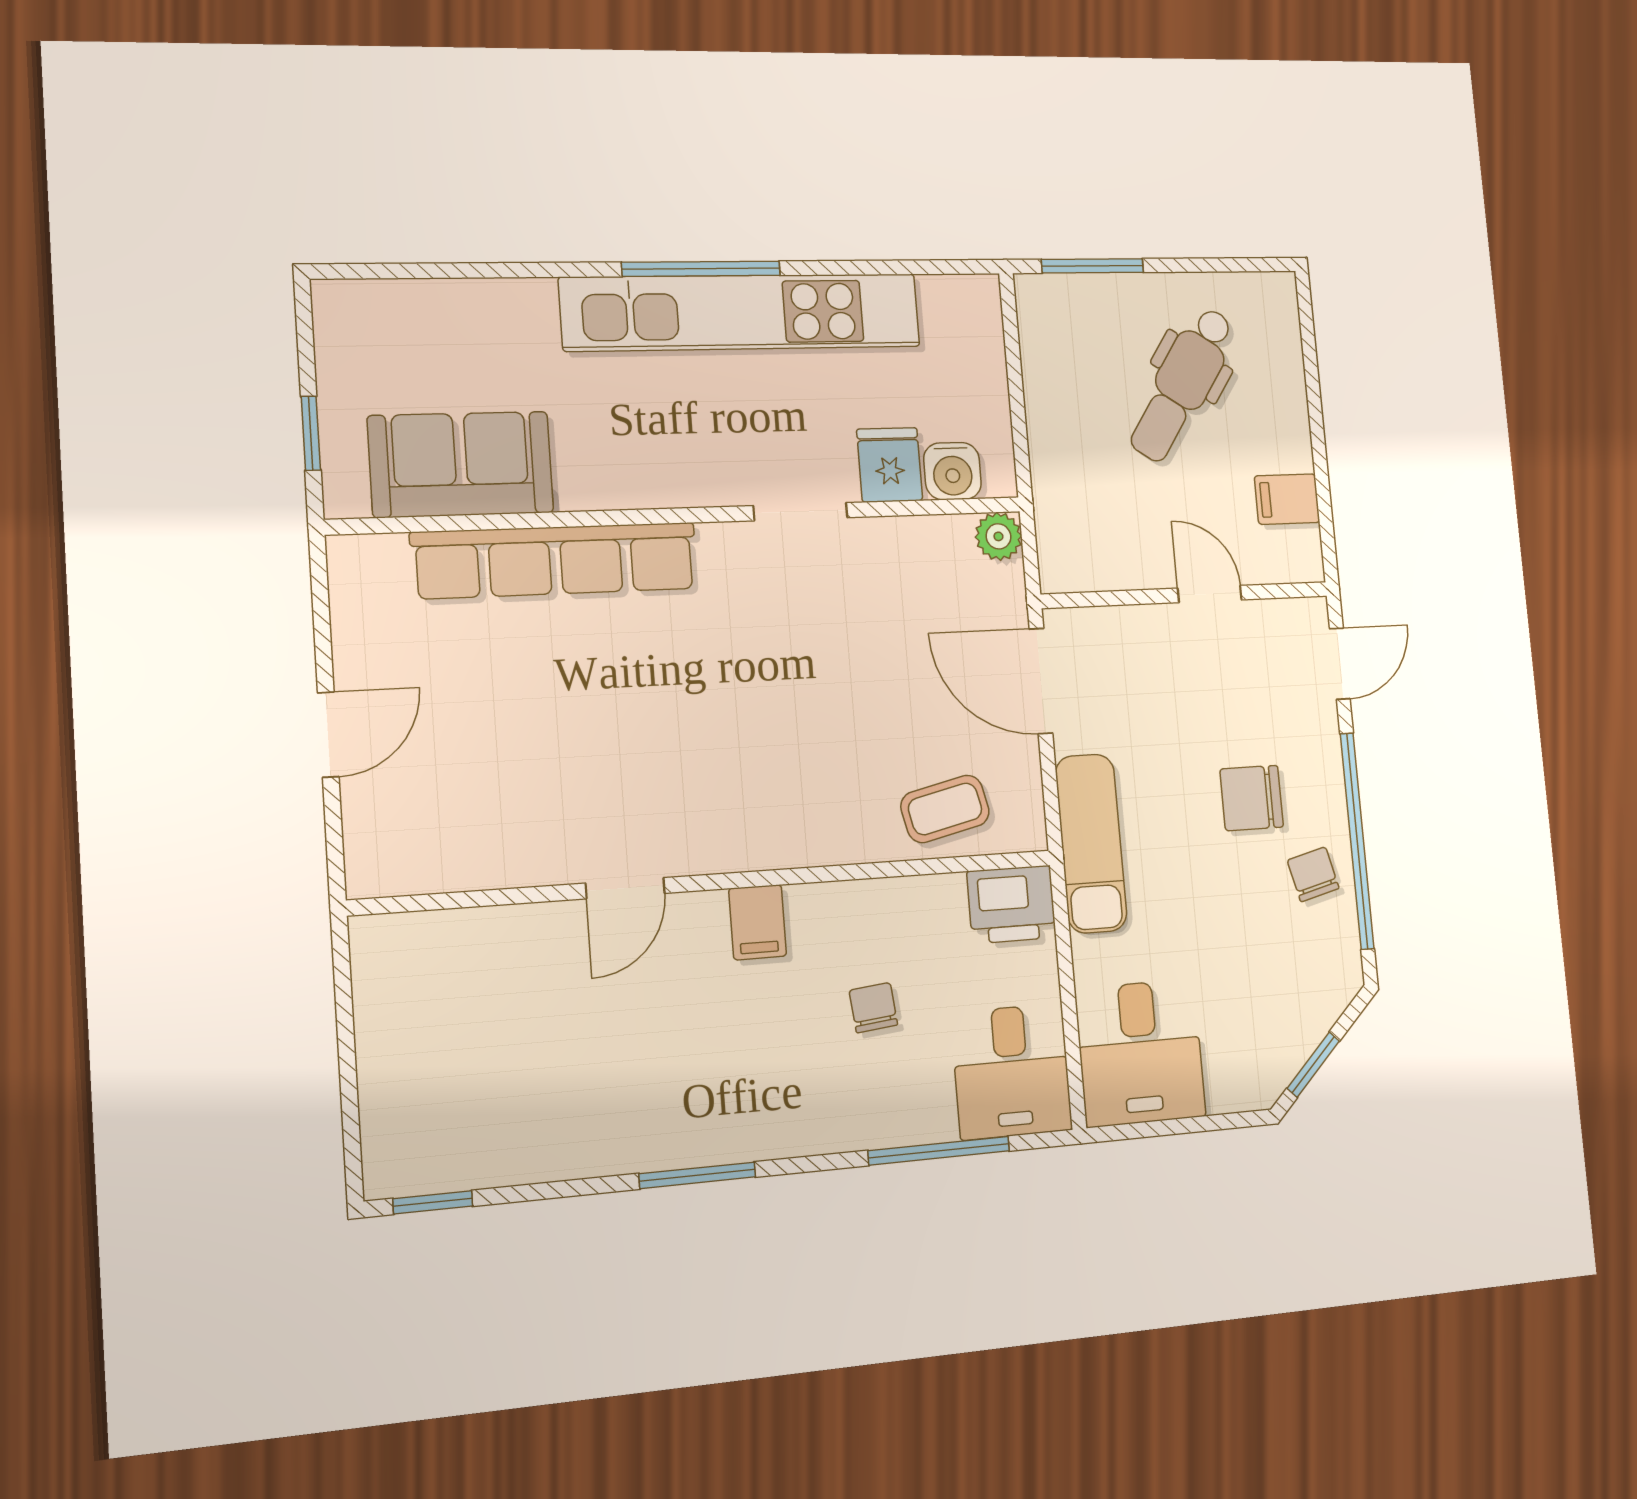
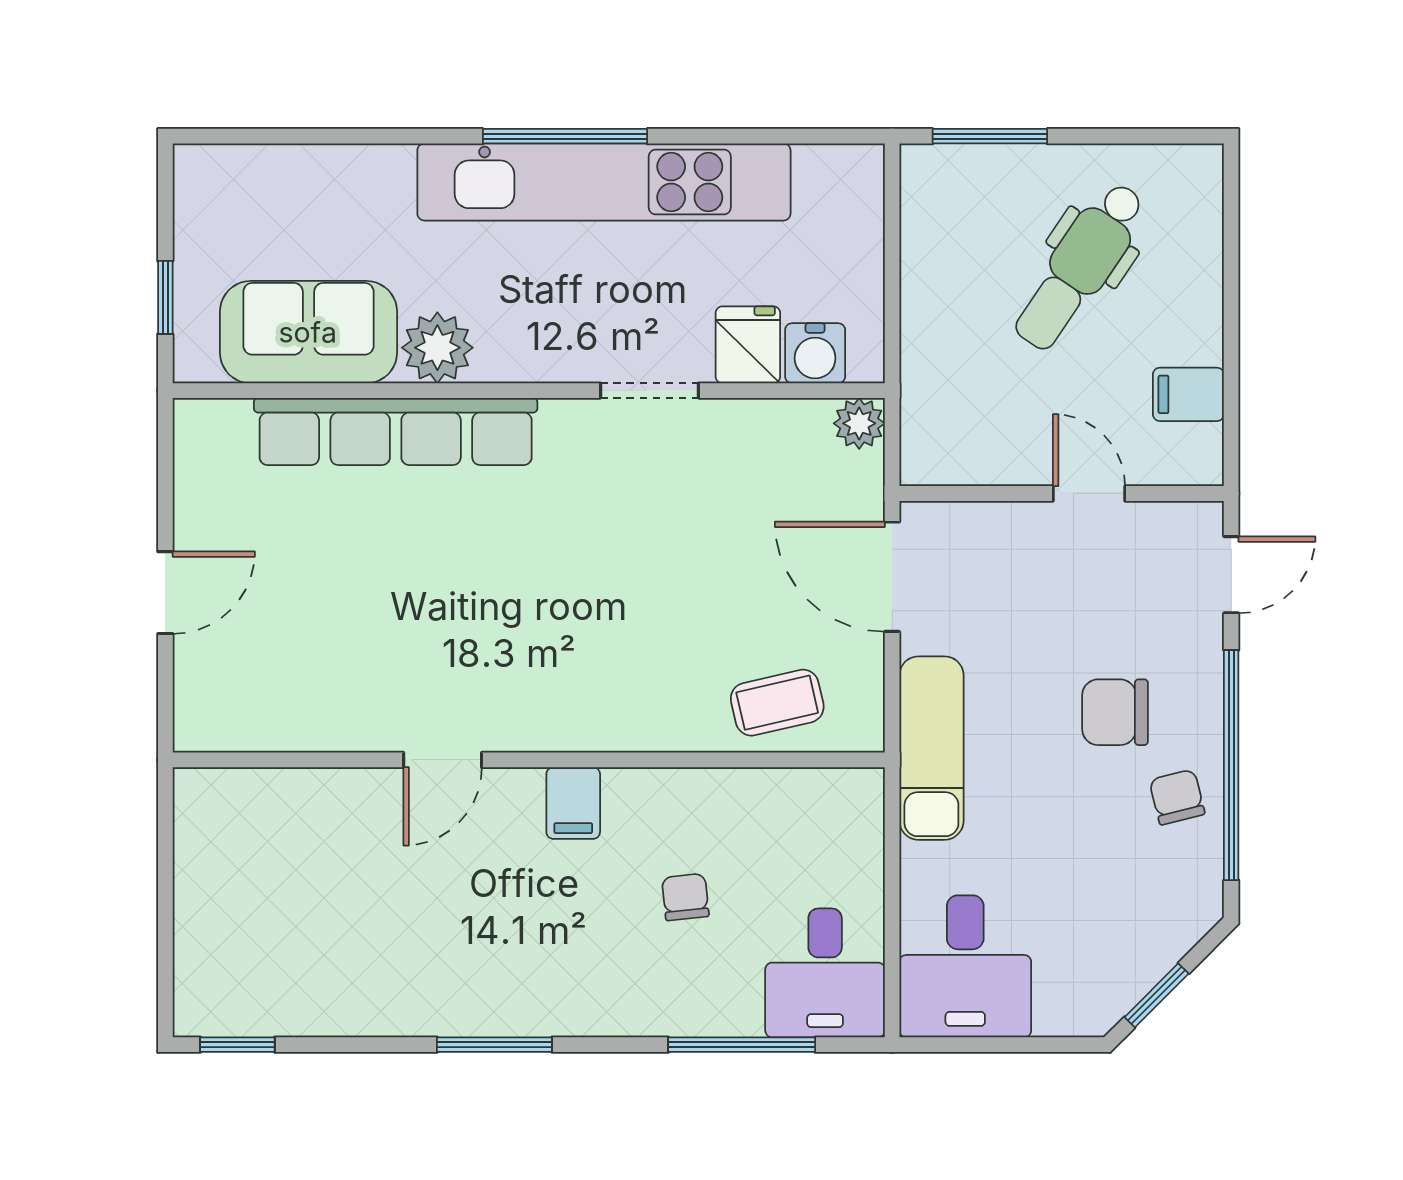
plant: (591, 476) -> (437, 348), added
printer: (1011, 904) -> (840, 805), removed

